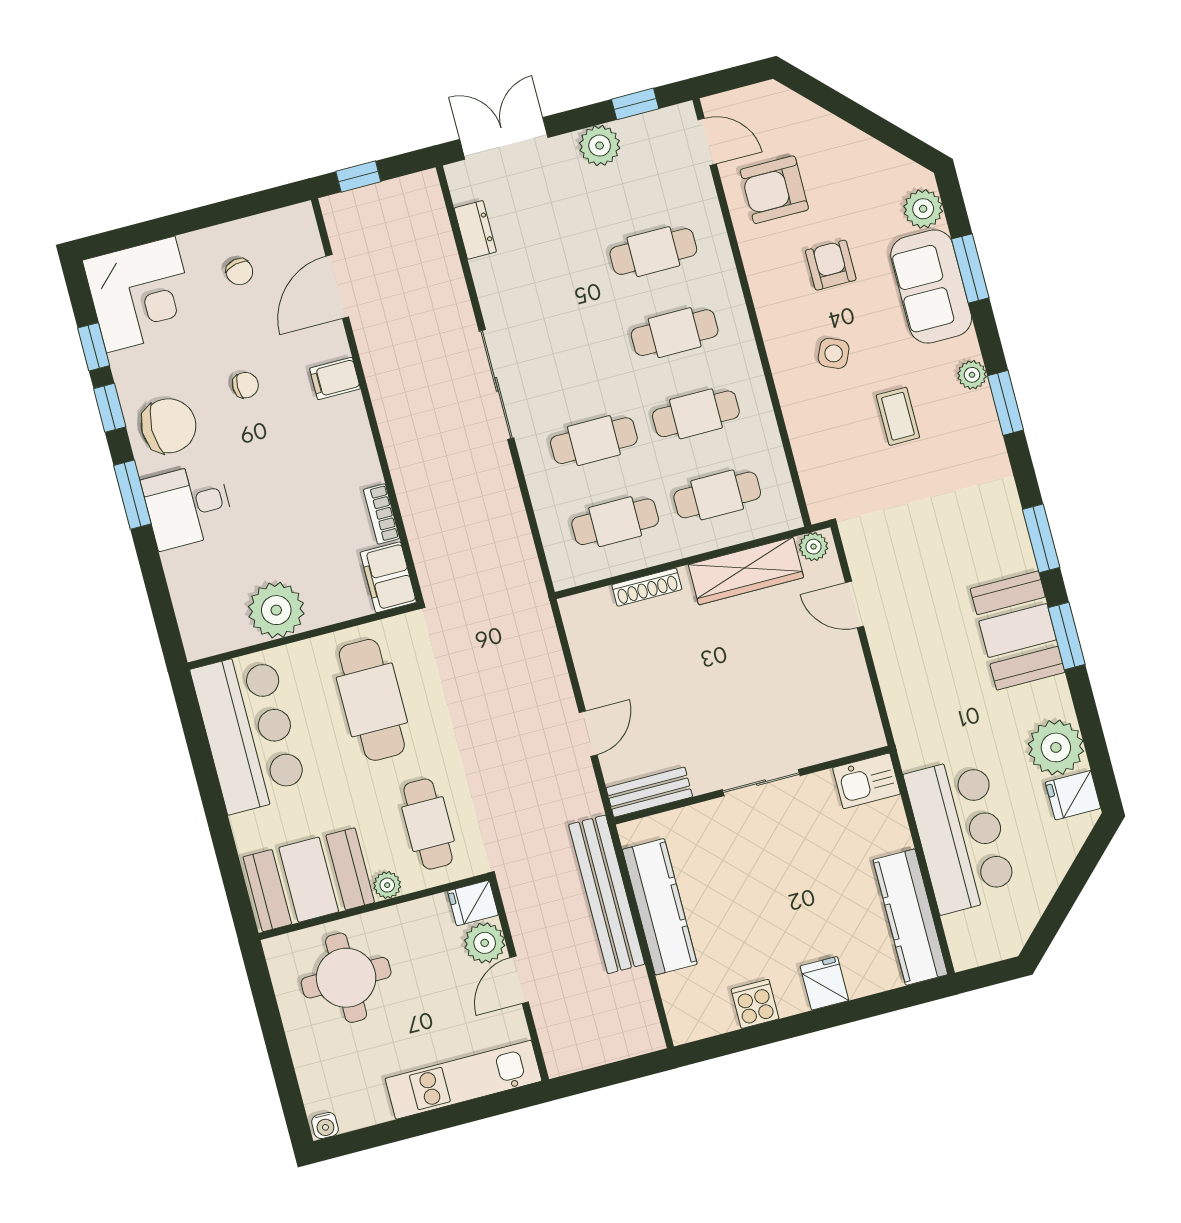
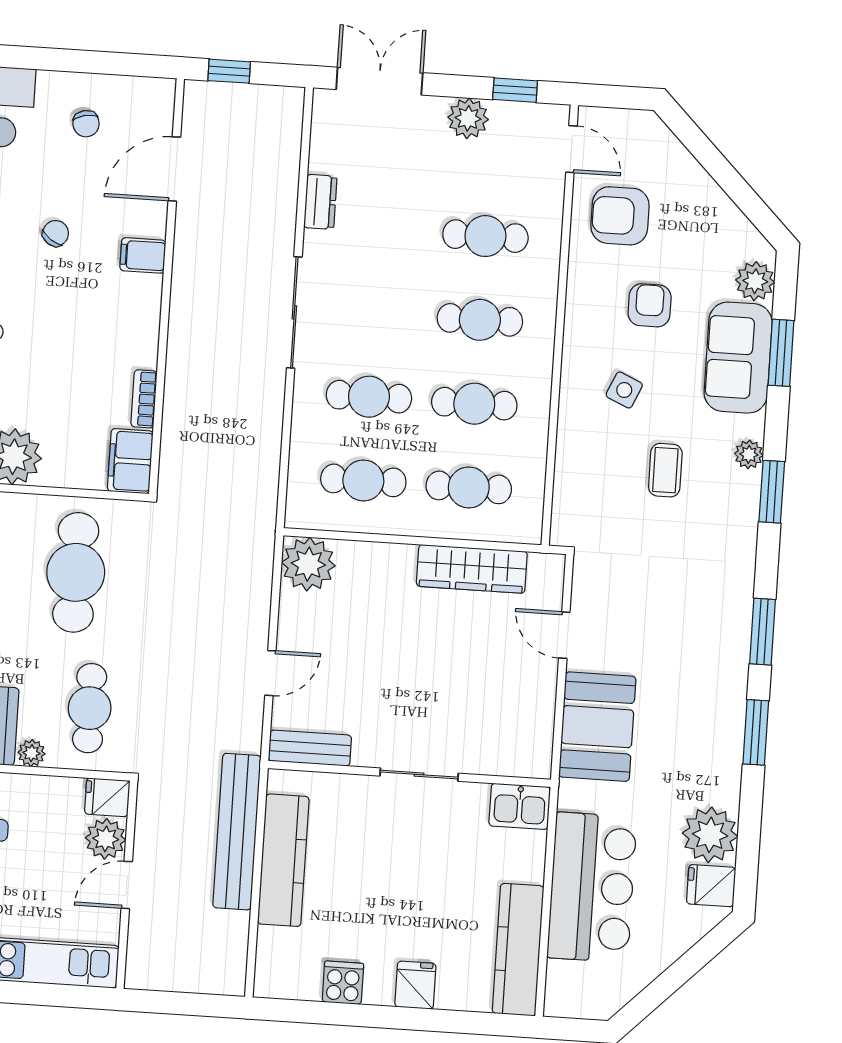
dresser: (475, 230) -> (320, 202), moved
chair: (245, 385) -> (56, 233), turned -55
plant: (813, 547) -> (308, 564), moved, width x1.87, depth x1.87
shoe rack: (647, 587) -> (373, 553), removed
booth: (1018, 630) -> (597, 727), moved

